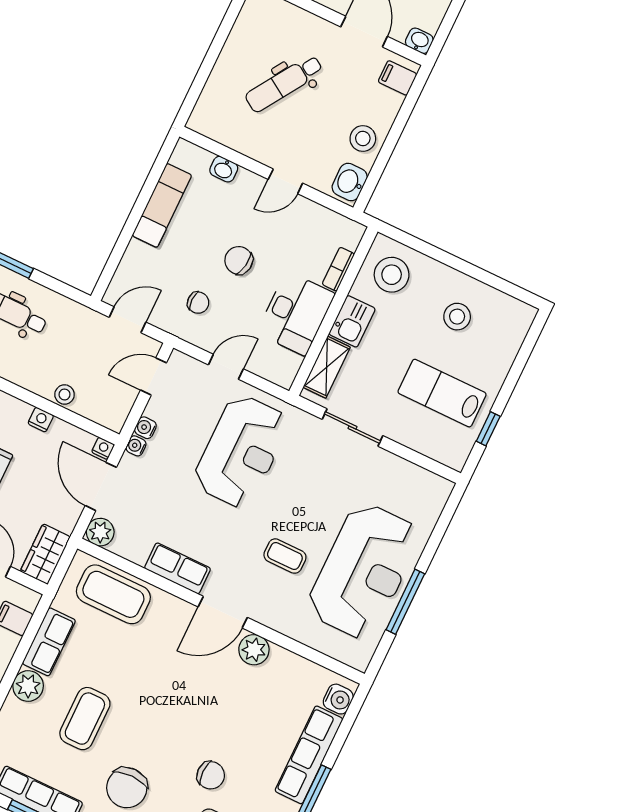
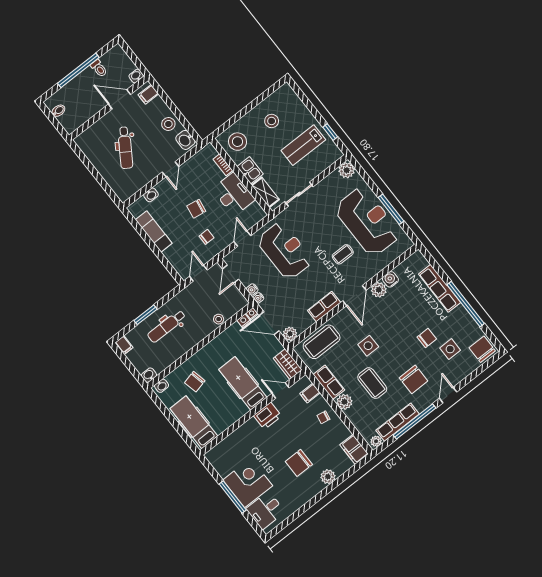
nightstand: (41, 420) -> (244, 321), moved
plant: (435, 490) -> (347, 170), added
side table: (147, 679) -> (368, 346), added
water cooler: (338, 699) -> (390, 279), moved, turned -90

